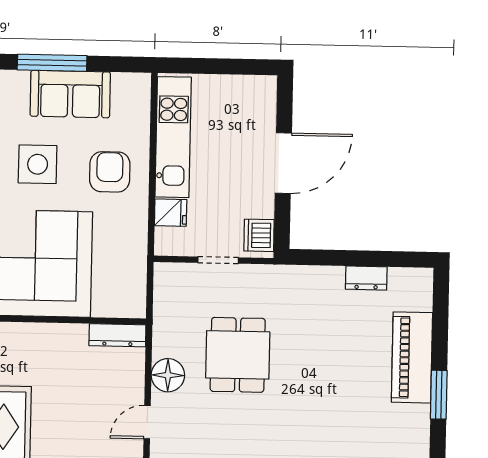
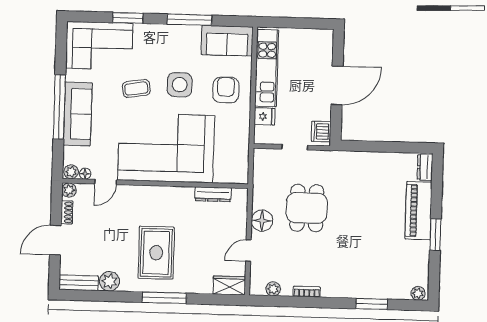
sofa: (70, 94) -> (227, 41), moved
dresser: (366, 278) -> (425, 167), moved, turned 90
dresser: (117, 335) -> (213, 194), moved

